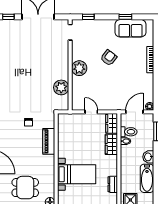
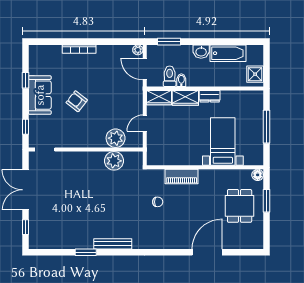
sofa: (130, 28) -> (40, 95), moved
plant: (79, 68) -> (116, 138), moved
dresser: (113, 184) -> (210, 96), moved

